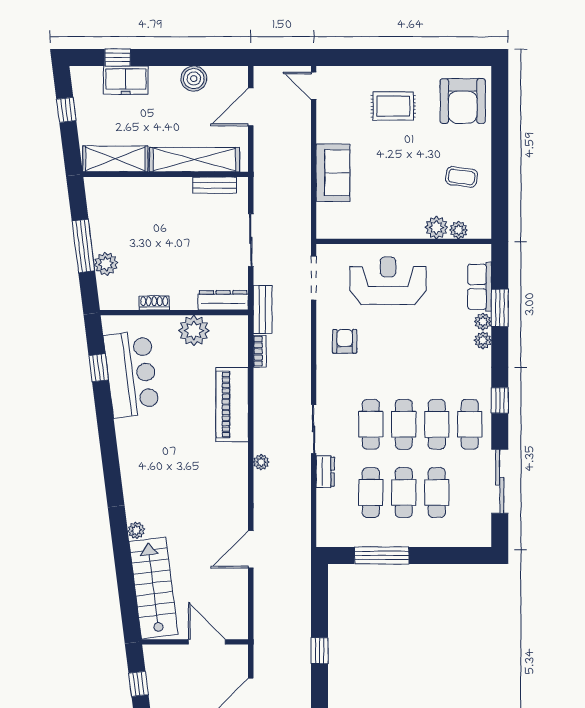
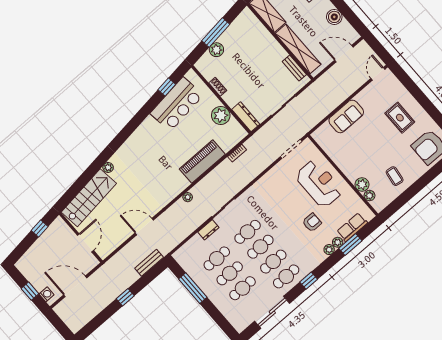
bench: (263, 310) -> (149, 263), moved
armchair: (345, 341) -> (312, 223), moved

